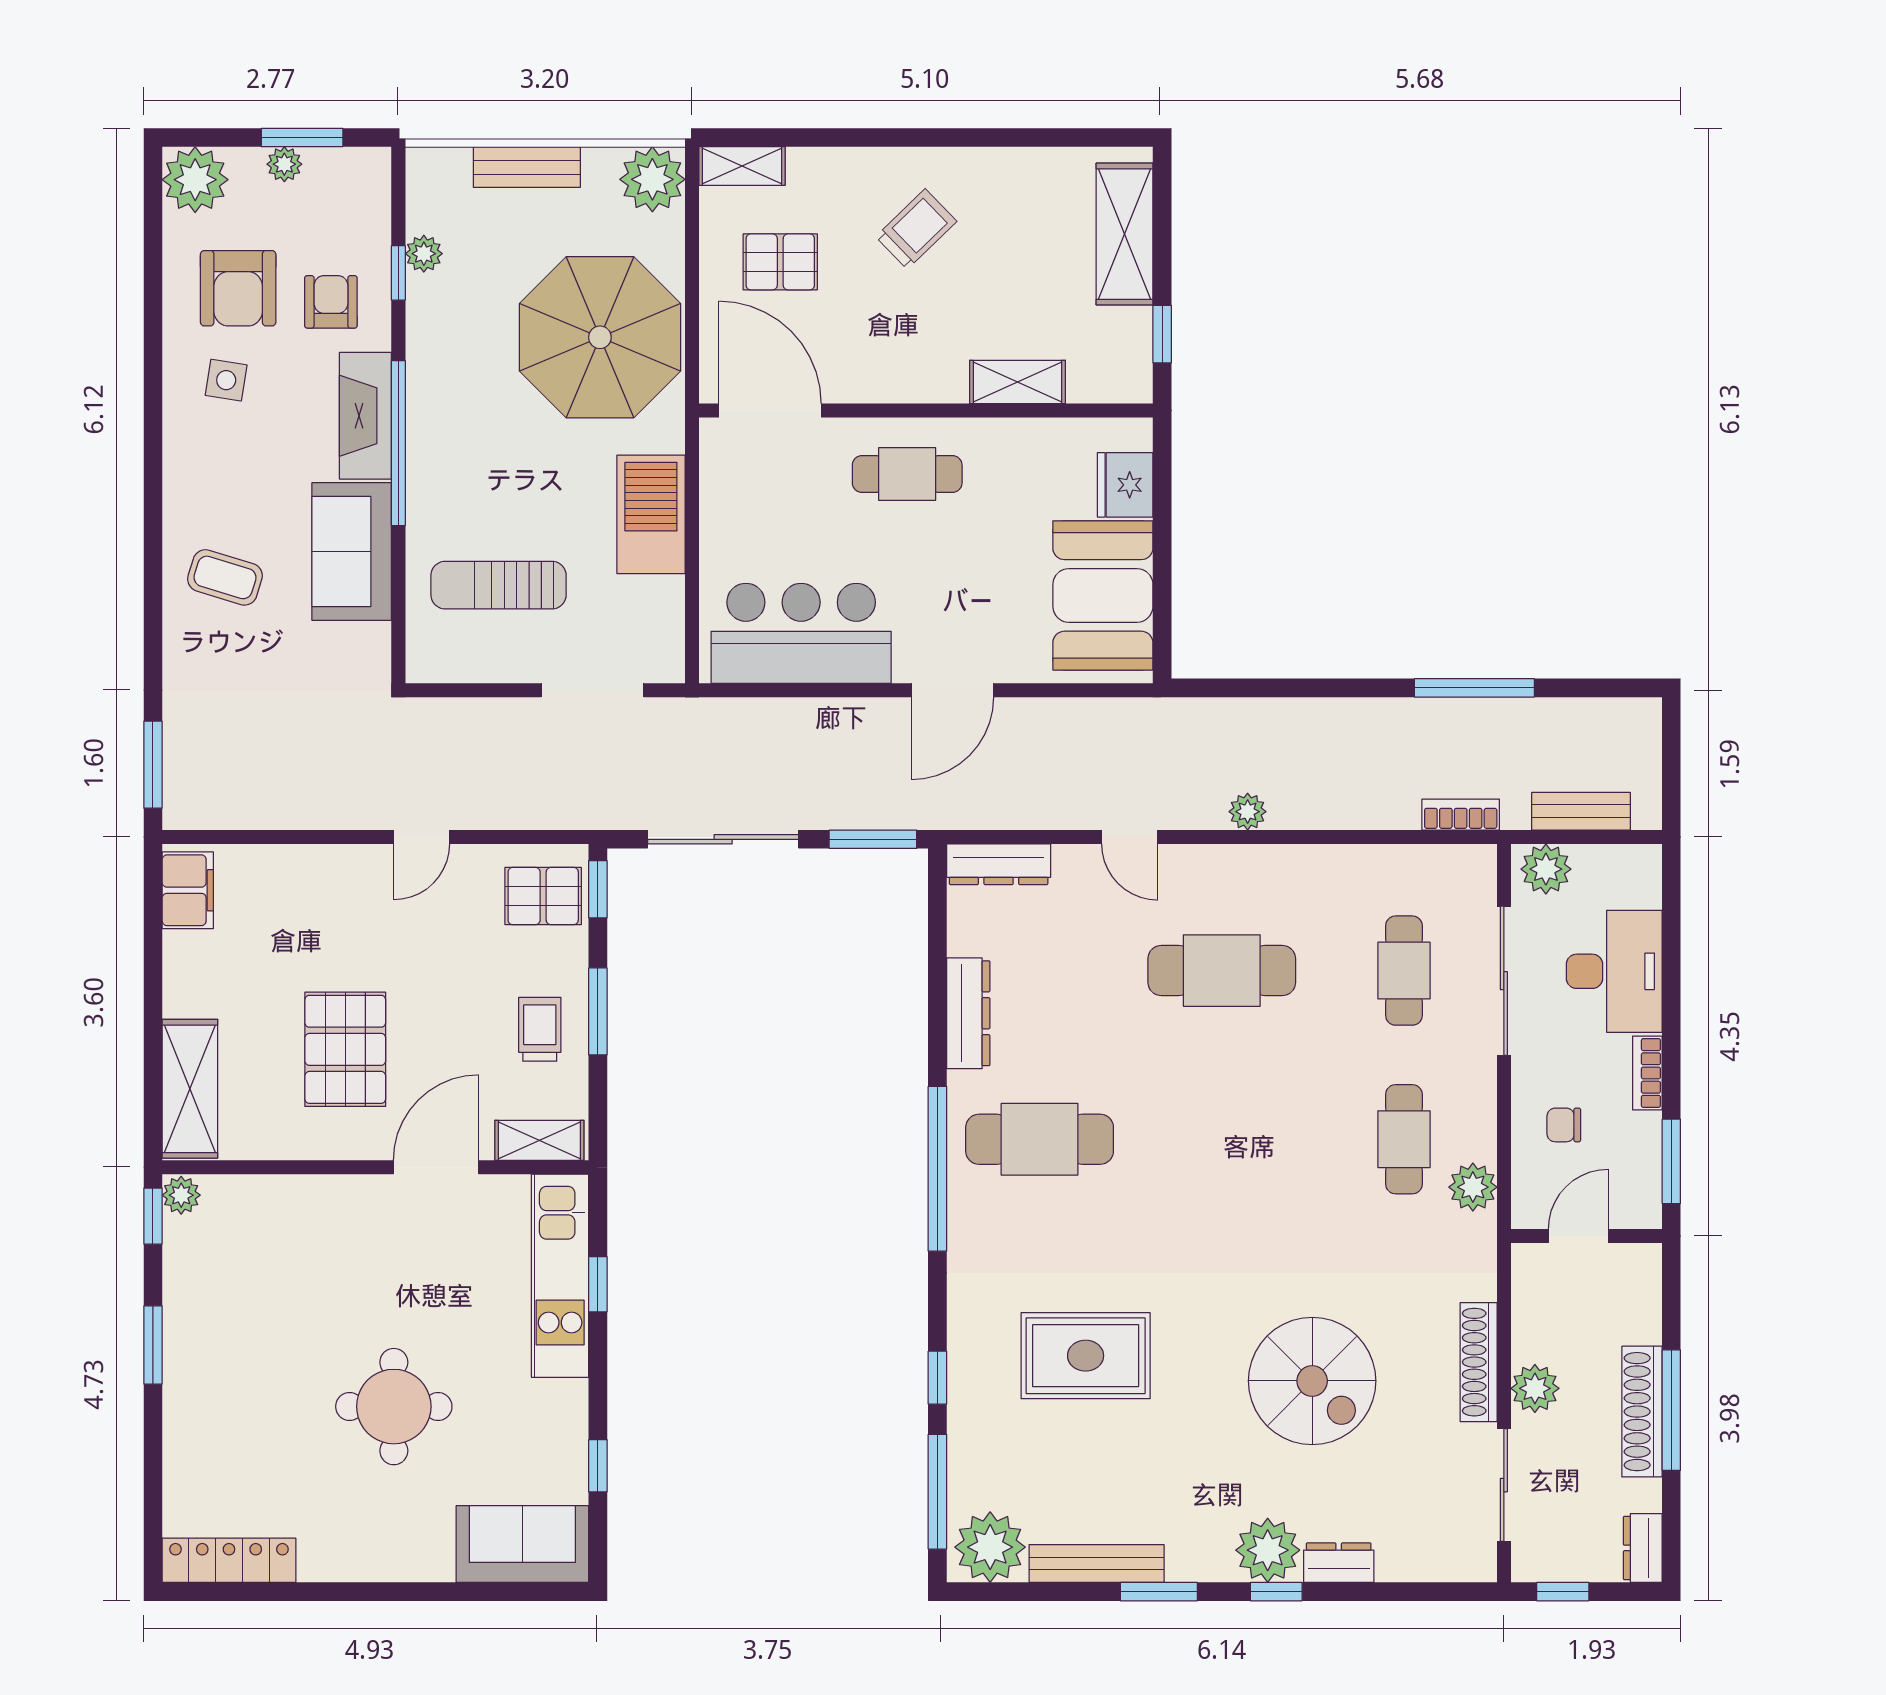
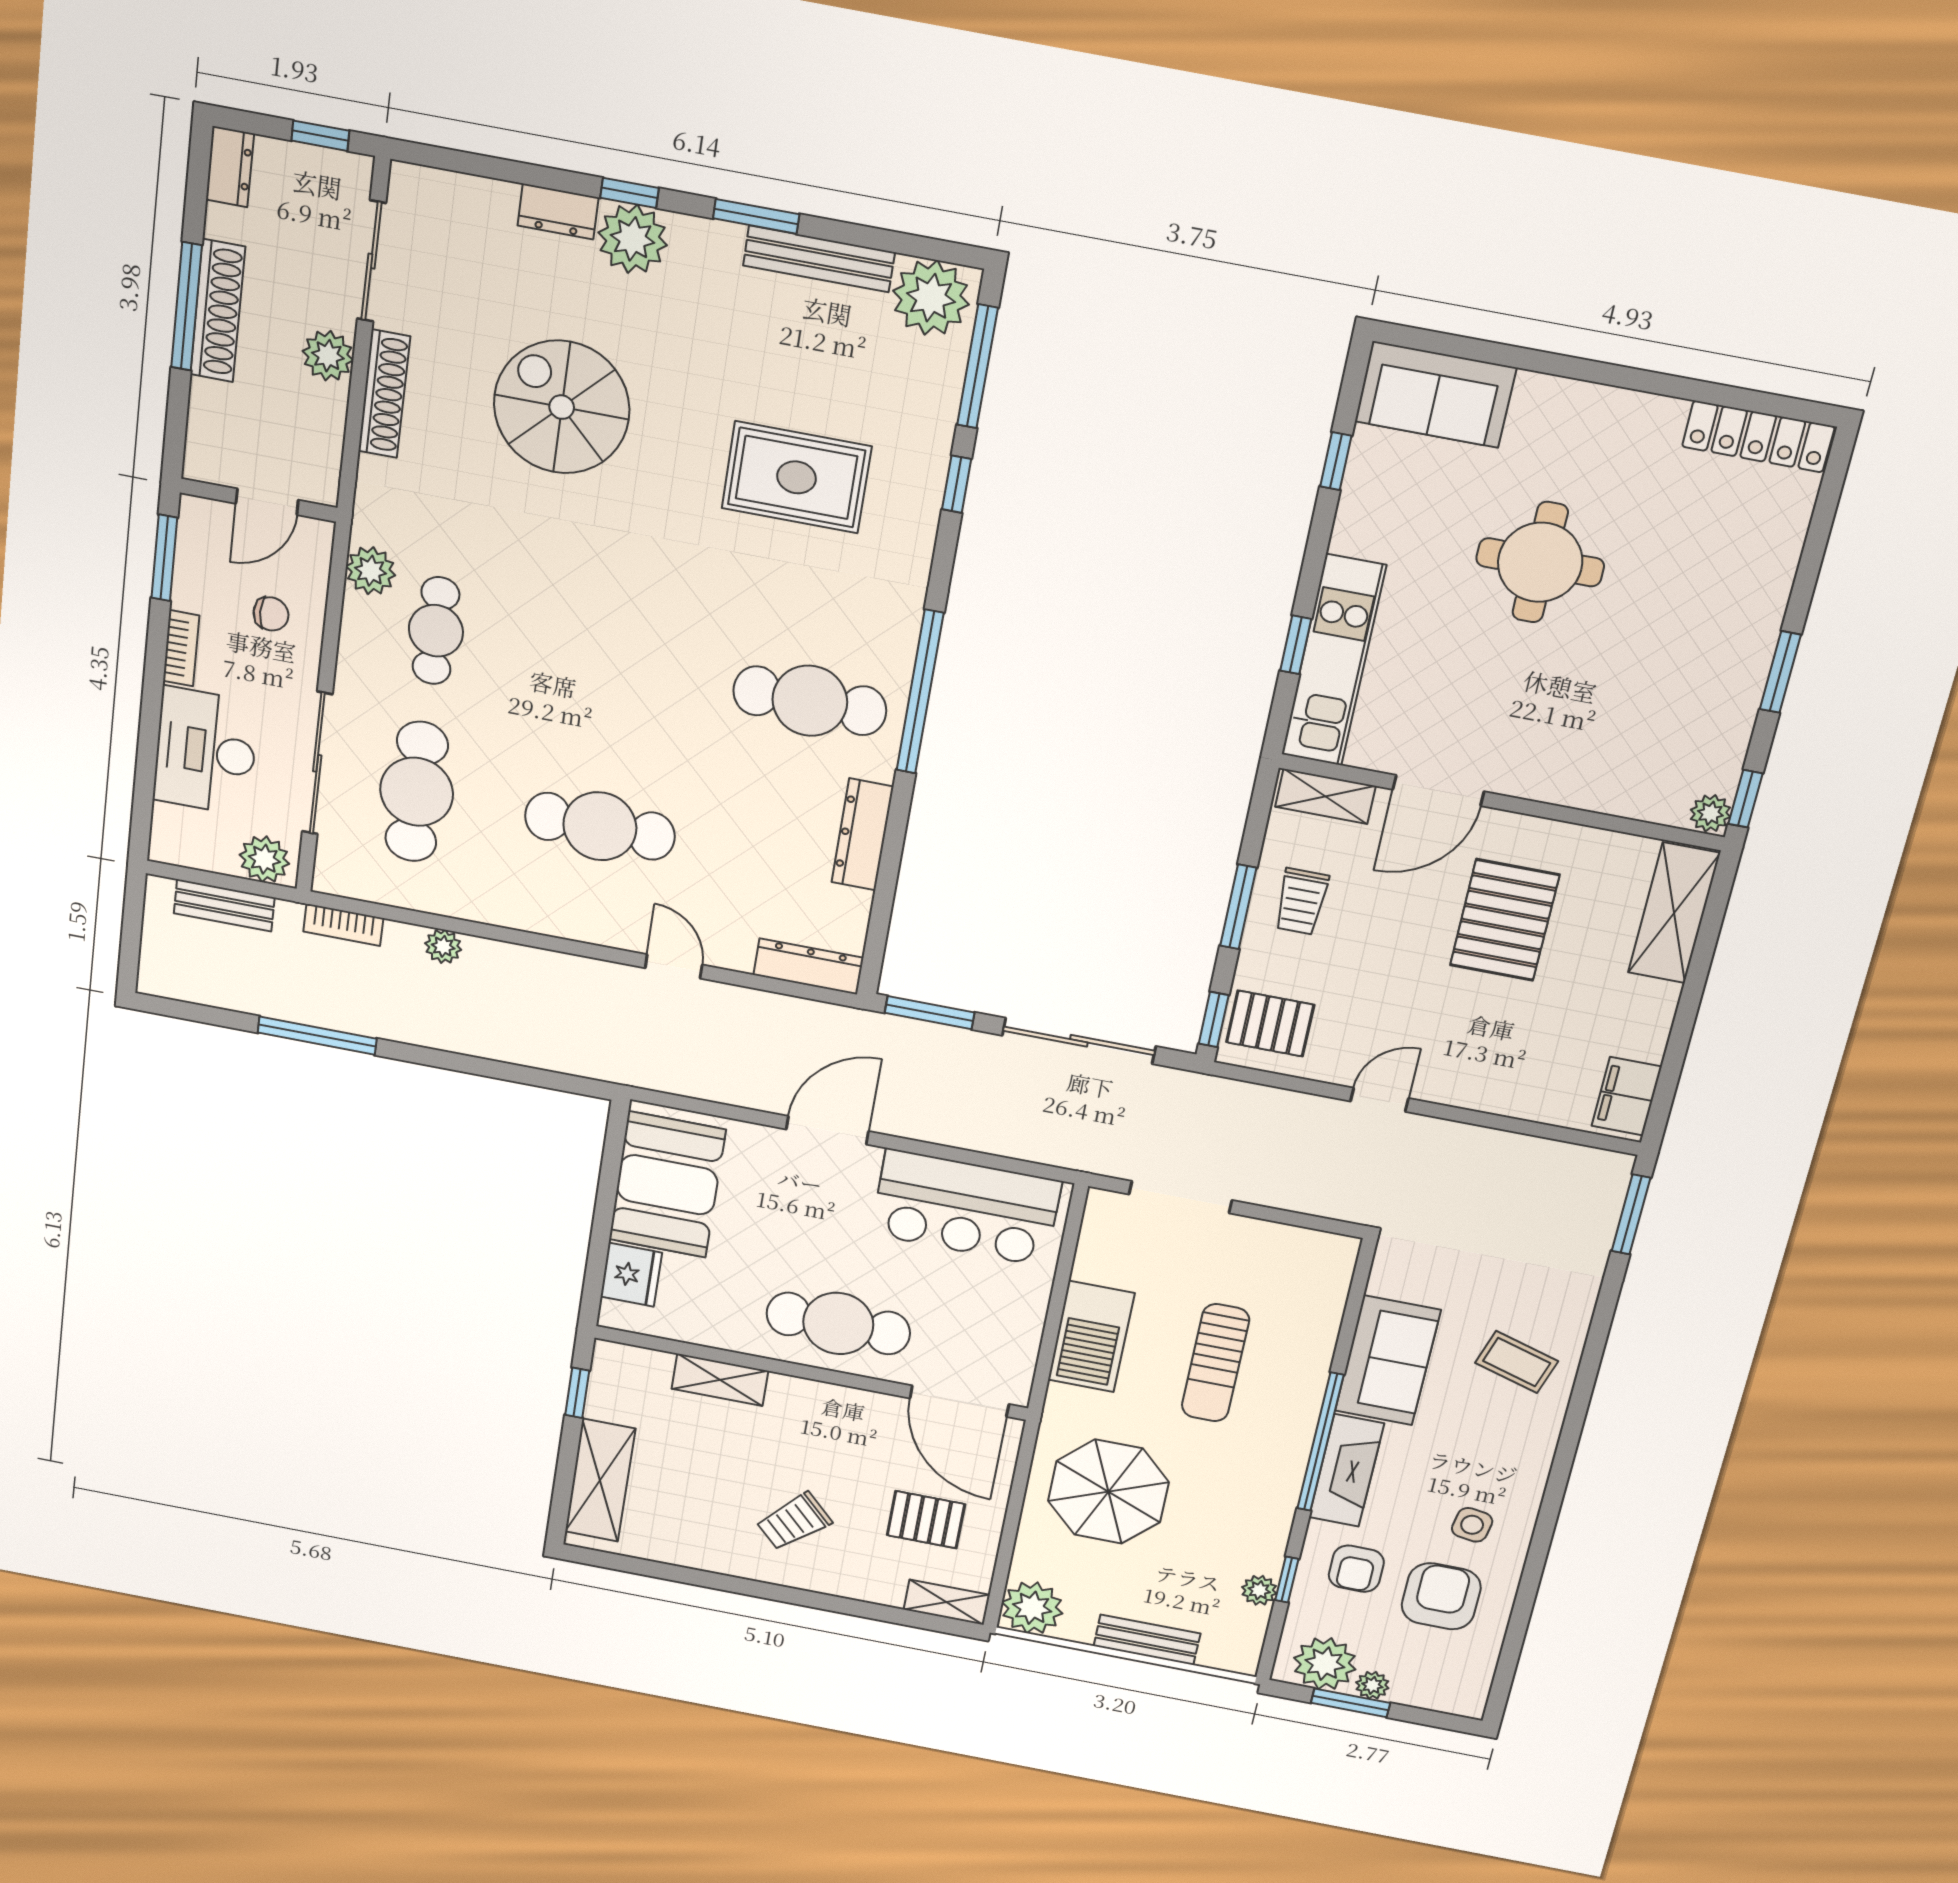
plant: (195, 180) -> (1325, 1664), moved
parasol: (600, 337) -> (1108, 1492), width x0.73, depth x0.73
cafe table: (907, 474) -> (838, 1323), width x1.37, depth x1.35
sun lounger: (499, 585) -> (1215, 1363), moved, turned 90
plant: (1248, 812) -> (443, 946), moved
cafe table: (1404, 971) -> (417, 792), width x1.37, depth x1.35

